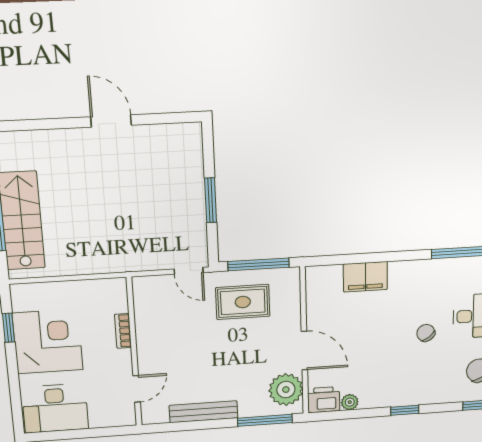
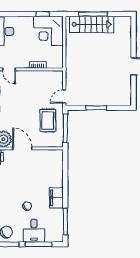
filing cabinet: (365, 277) -> (56, 198), moved
corner desk: (48, 342) -> (48, 31), moved, turned 90
door: (304, 350) -> (22, 148), swing flipped

